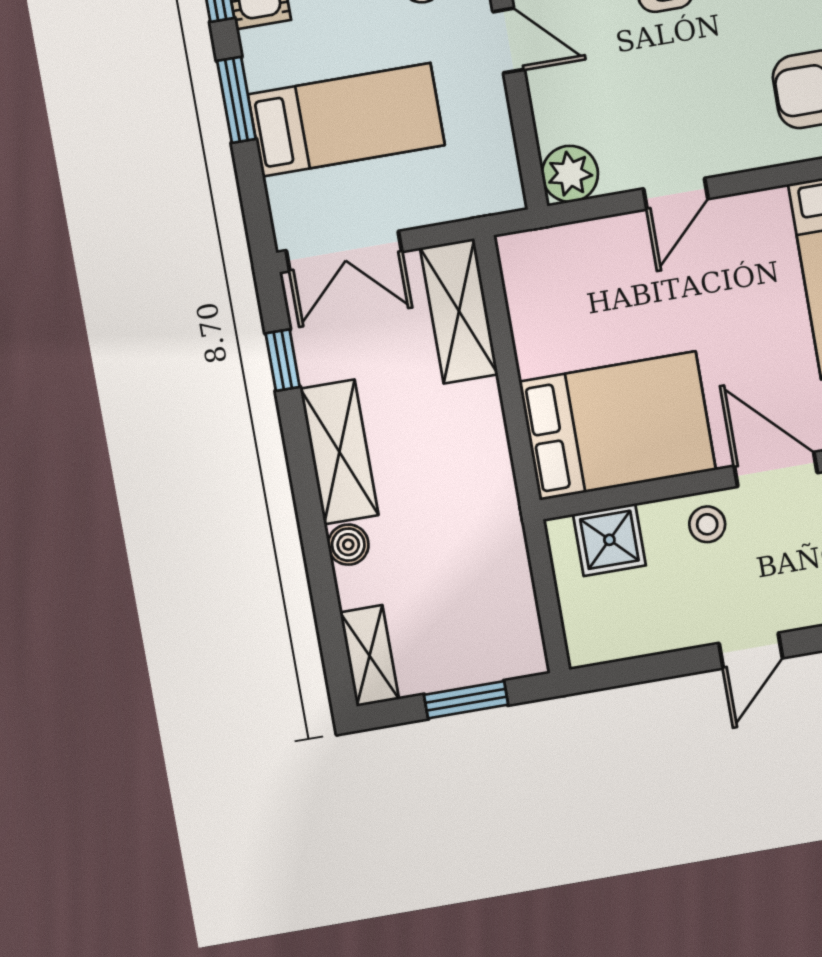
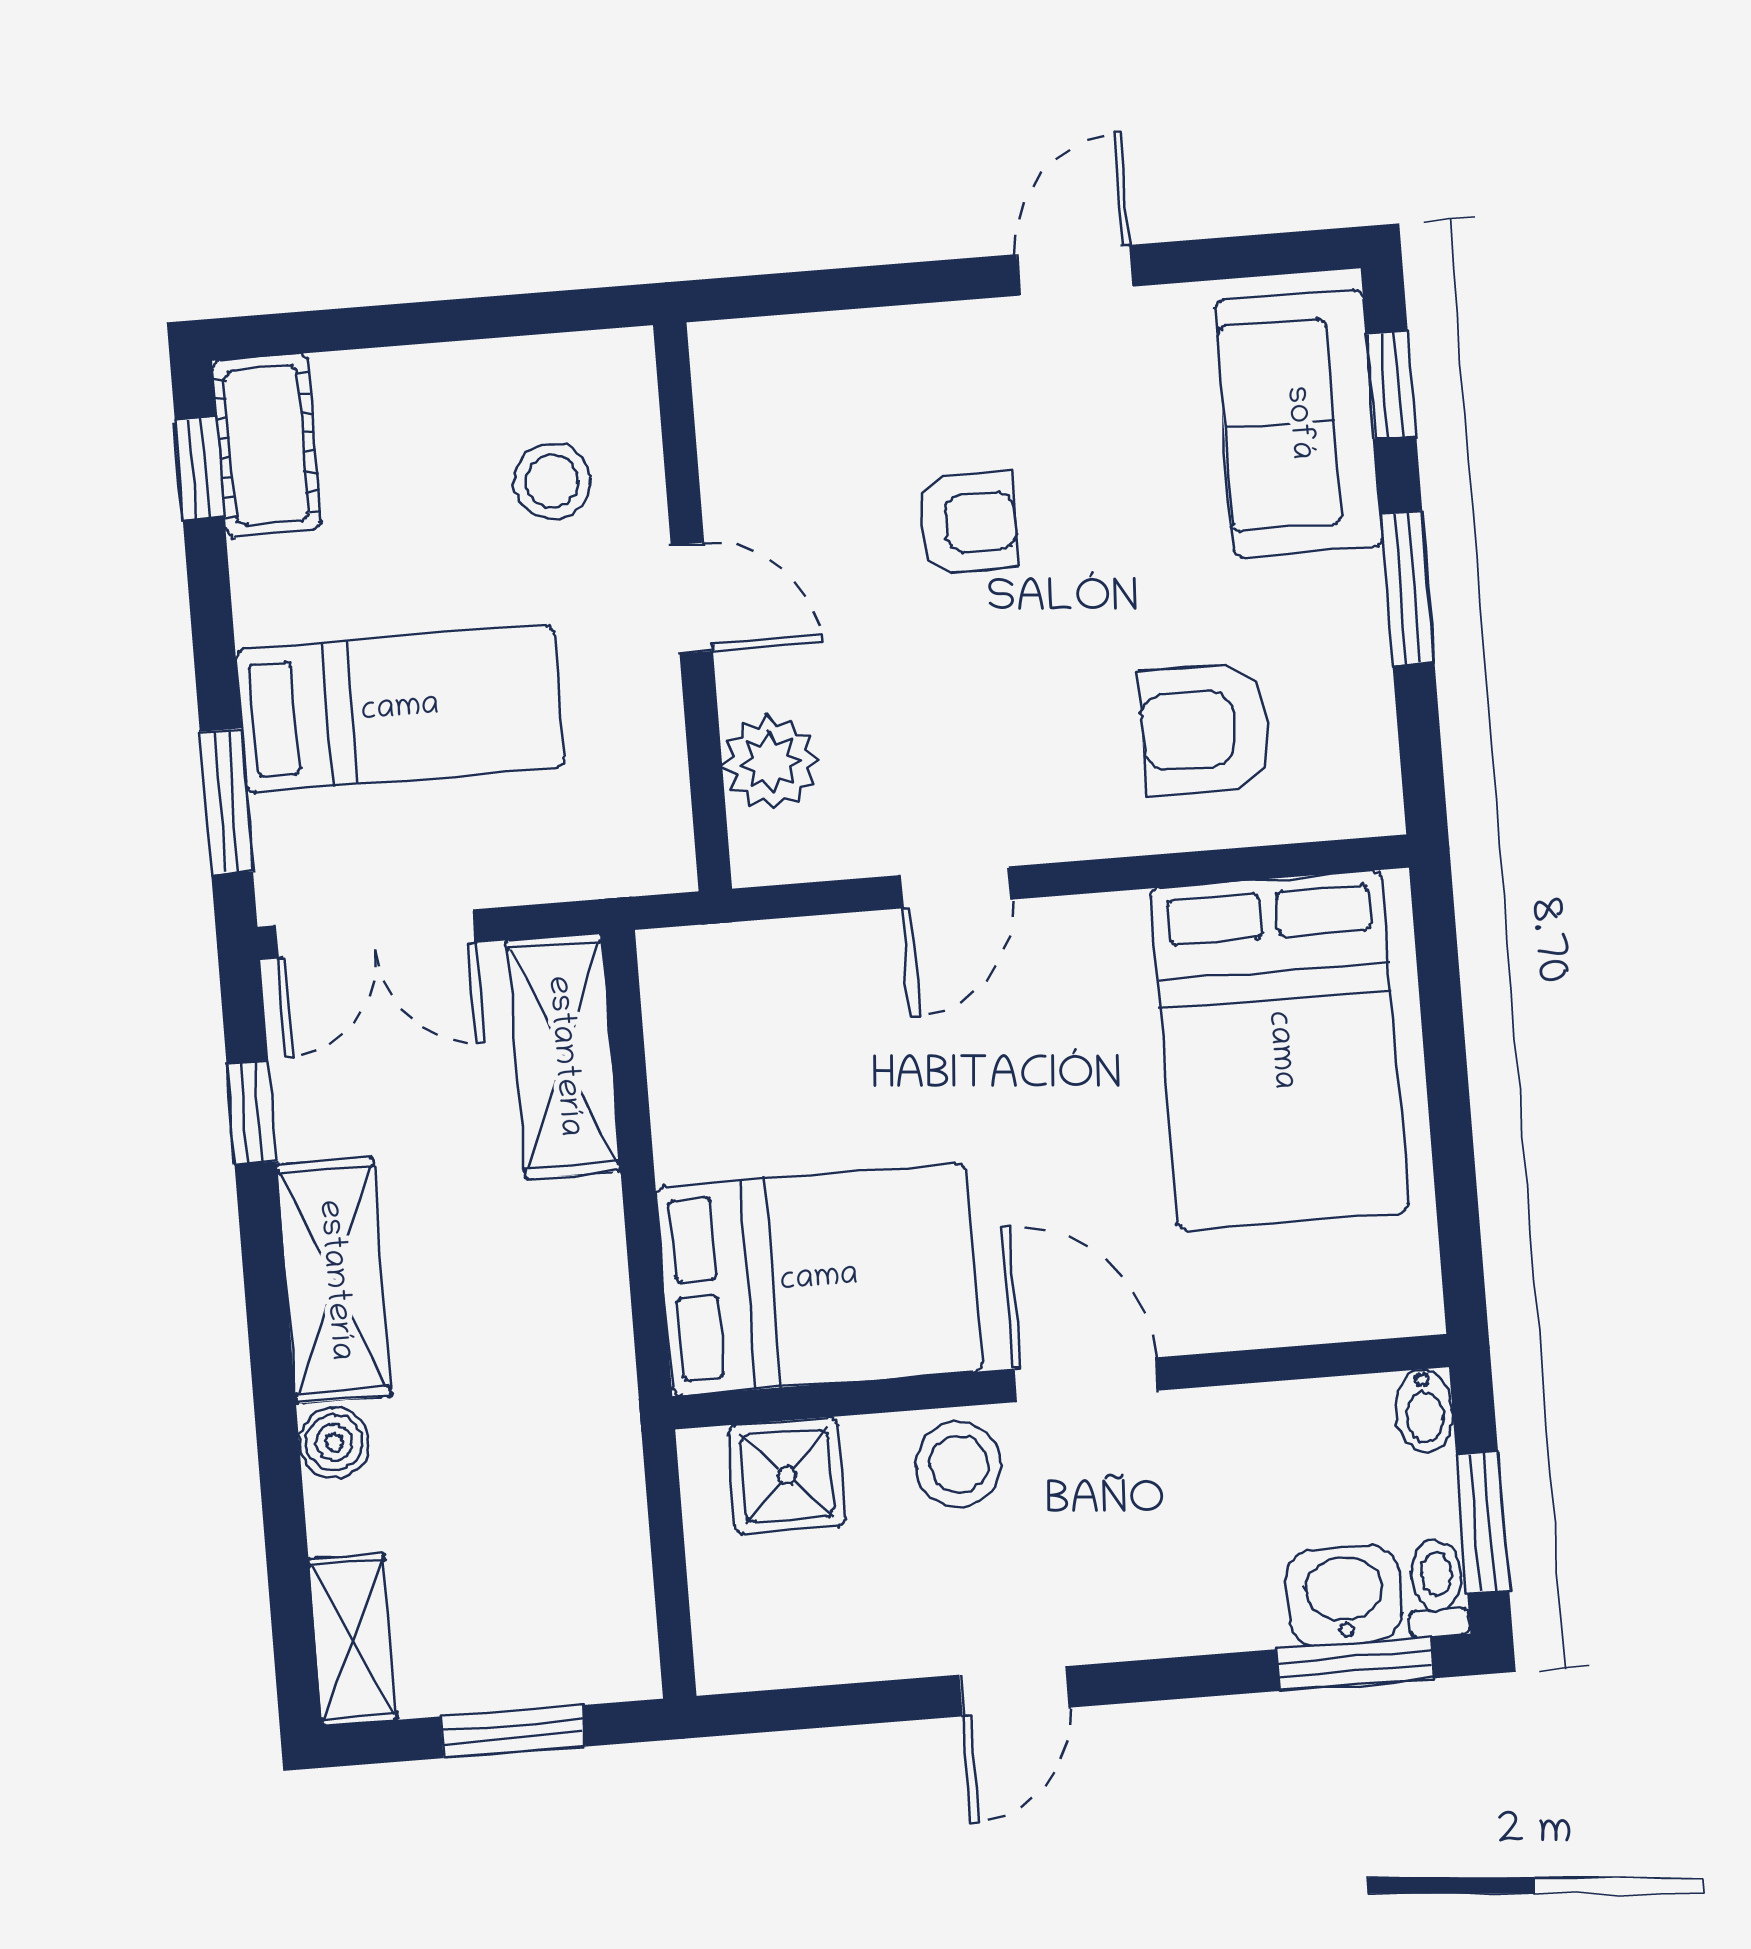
window: (236, 100) -> (226, 802), moved
plant: (570, 174) -> (770, 762), moved
stool: (707, 524) -> (959, 1464), width x1.37, depth x1.37

